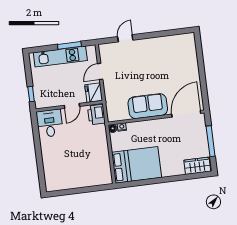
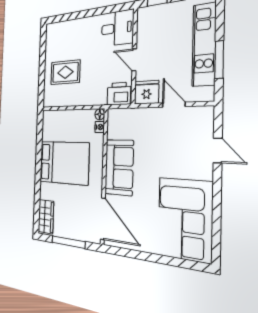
corner sofa: (172, 53) -> (185, 219), added
bed: (137, 165) -> (64, 163), moved, turned -90
rug: (84, 166) -> (65, 72), added

